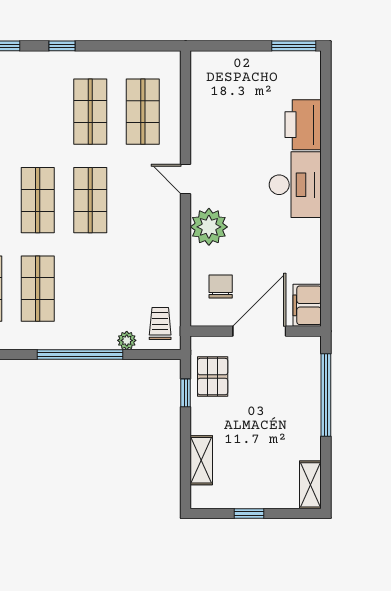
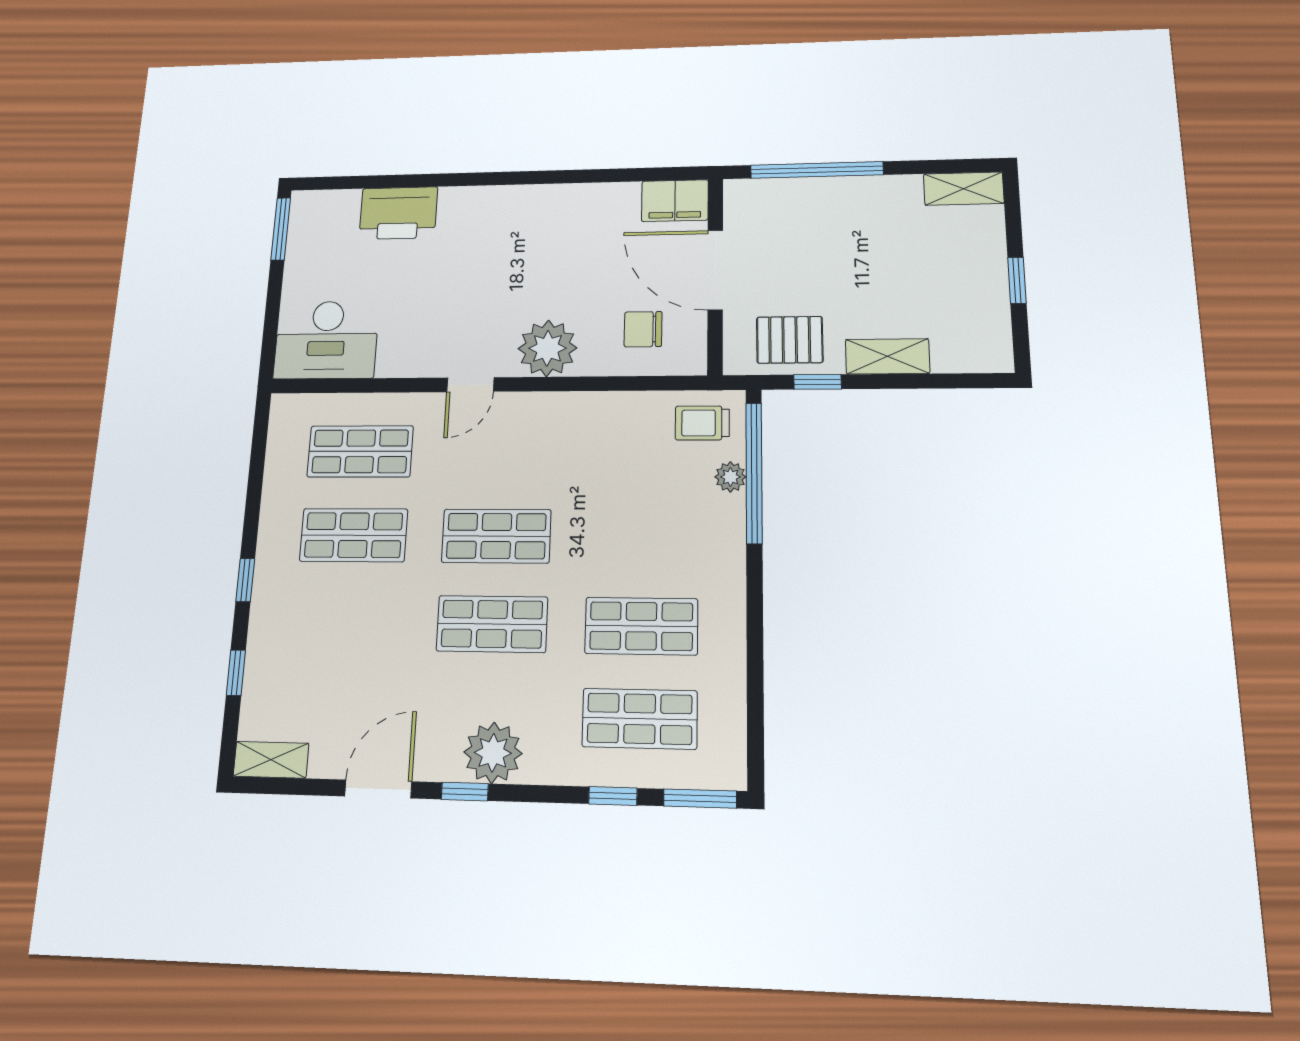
desk: (295, 185) -> (326, 340), moved, turned 180
window: (80, 354) -> (754, 473), moved
shelving: (201, 460) -> (887, 356), moved

